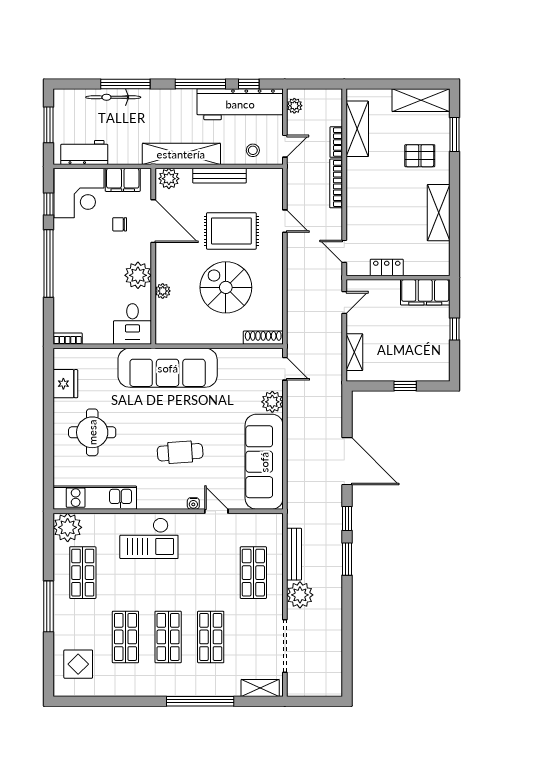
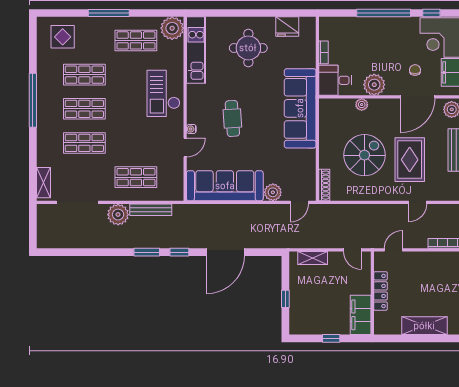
locker: (387, 267) -> (380, 291), width x1.53
bookcase: (68, 339) -> (323, 52), moved
window: (200, 701) -> (33, 100), moved

